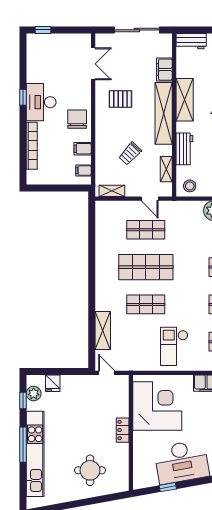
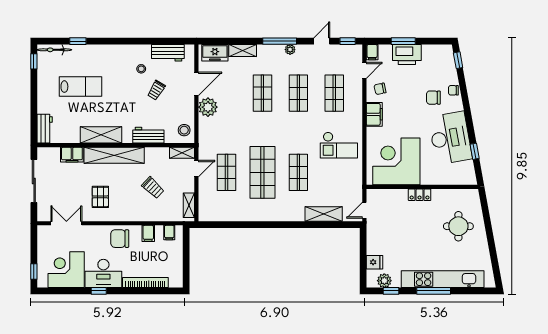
corner desk: (45, 64) -> (66, 270), added
shelving: (166, 169) -> (182, 153), moved

